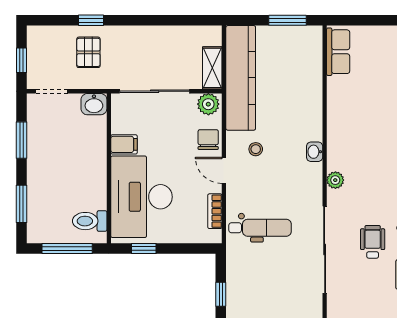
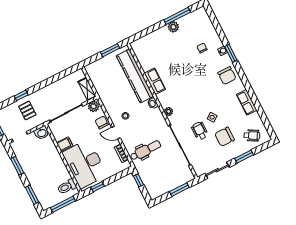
row of seats: (338, 52) -> (155, 81), moved
kitchen counter: (241, 78) -> (135, 76), moved, turned 180
window: (221, 294) -> (138, 180), moved

